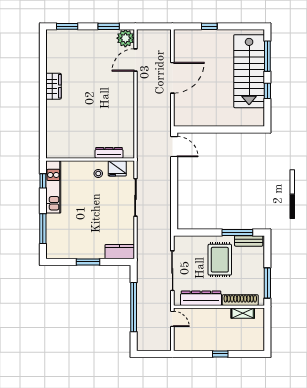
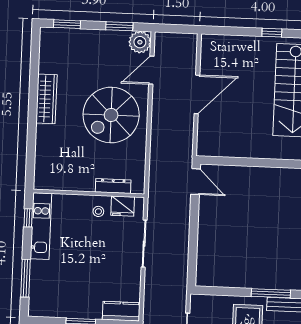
window: (209, 26) -> (272, 33), moved
wardrobe: (53, 86) -> (46, 99), width x1.50
spiral stairs: (105, 97) -> (111, 115), added

